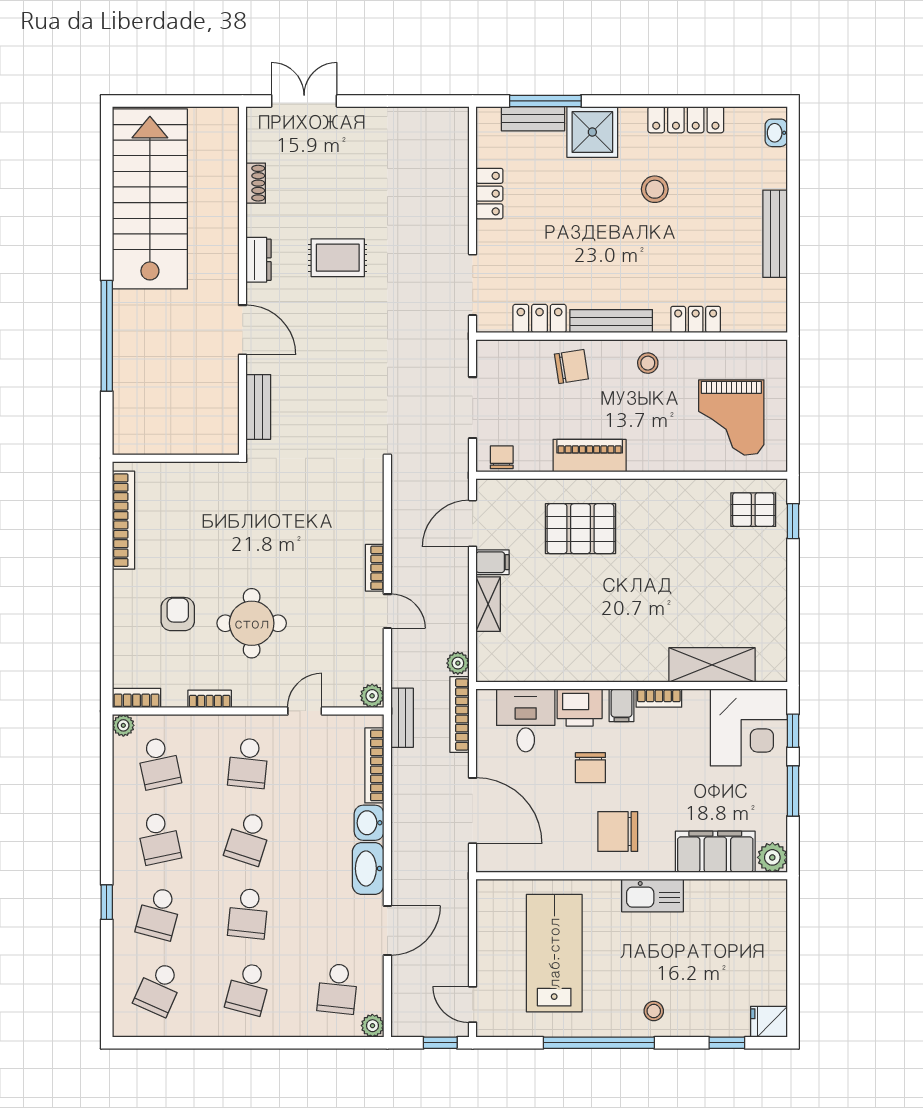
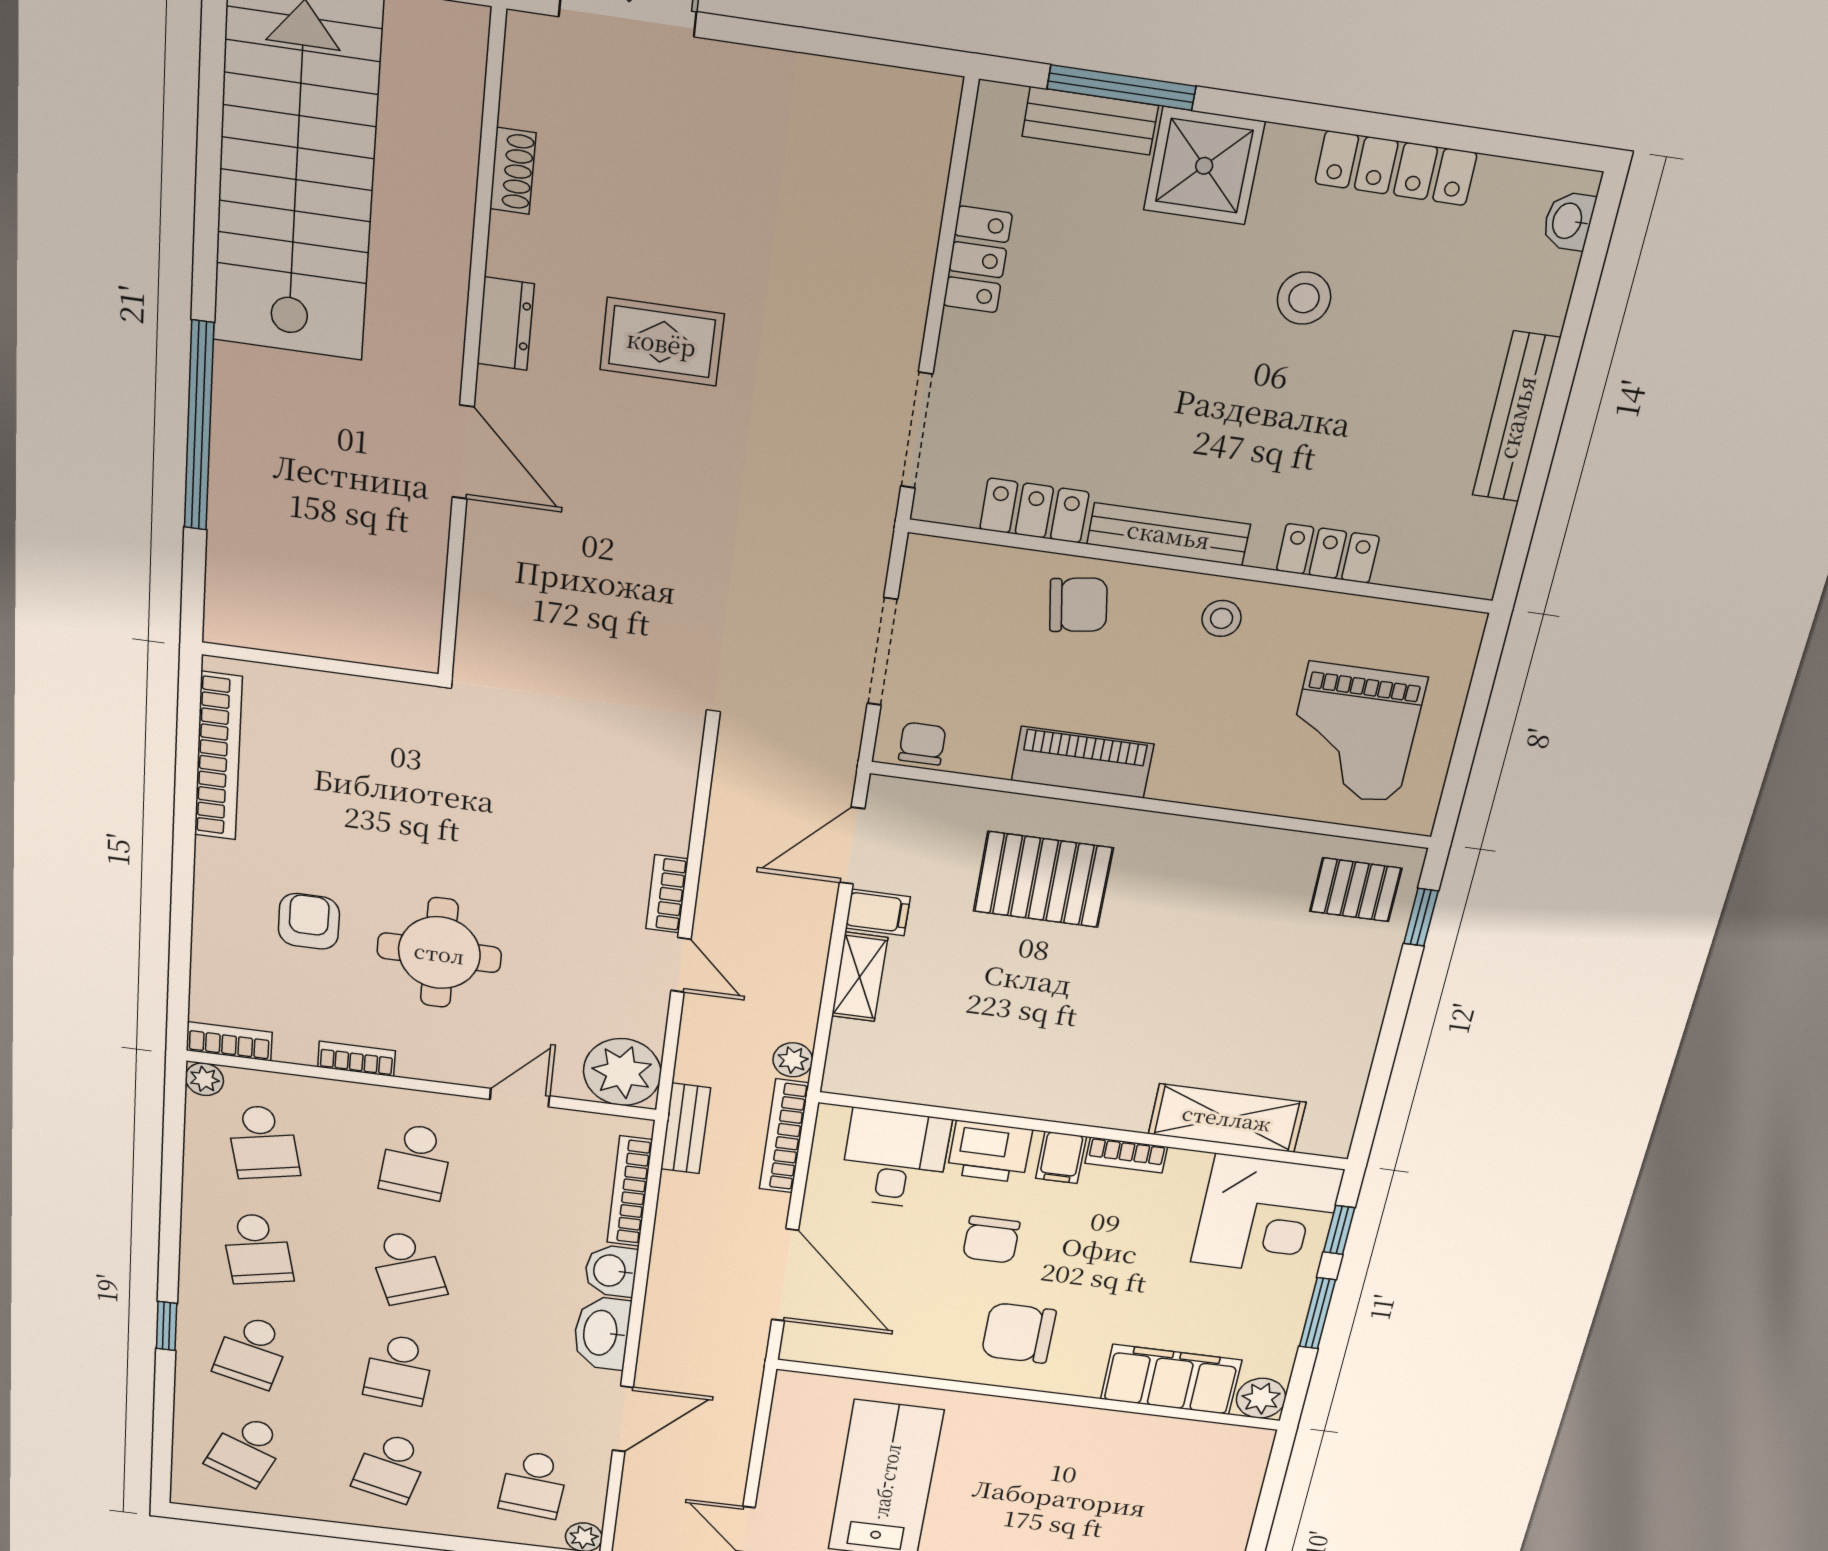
bench: (258, 407) -> (482, 596), removed
plant: (372, 696) -> (622, 1072), width x1.87, depth x1.87
school desk: (248, 838) -> (407, 1267), turned -39
kitchen sink: (653, 896) -> (1057, 1425), removed

